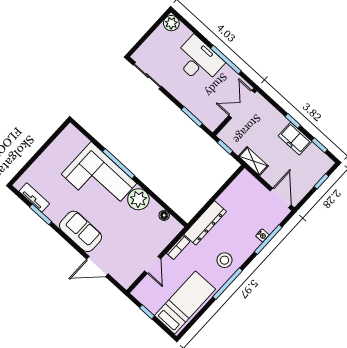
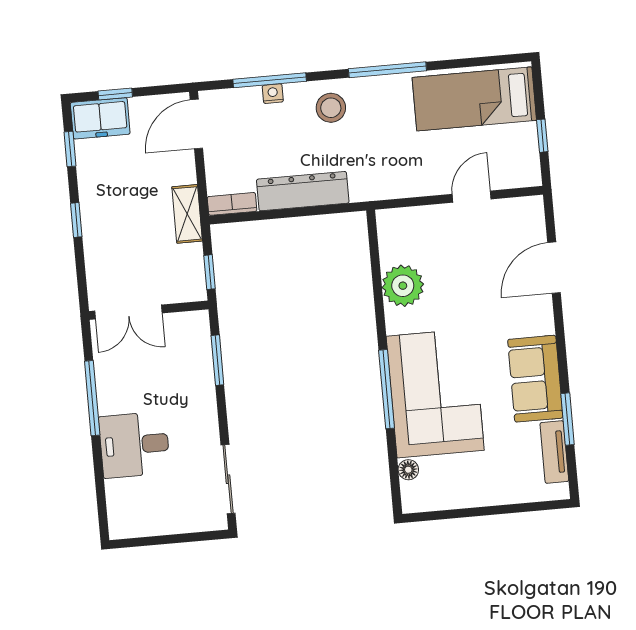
plant: (171, 23) -> (123, 524), removed
desk: (198, 60) -> (134, 445), width x0.73
freezer: (295, 139) -> (100, 118), moved, turned 90
plant: (138, 199) -> (403, 286), moved
floor lamp: (164, 215) -> (408, 470), moved
dresser: (205, 223) -> (303, 191), moved
sofa: (81, 231) -> (535, 379), moved
bookcase: (178, 247) -> (232, 204), moved
stool: (224, 260) -> (331, 108), moved
door: (97, 266) -> (554, 268), swing flipped

